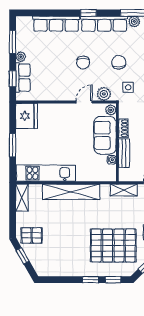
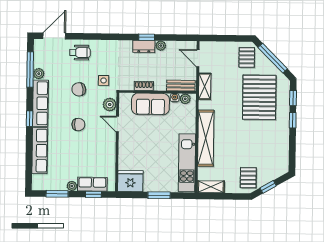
plant: (111, 110) -> (185, 99), moved
bench: (124, 153) -> (181, 86), moved

